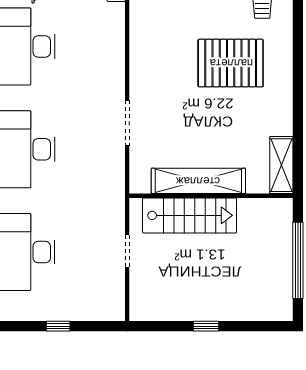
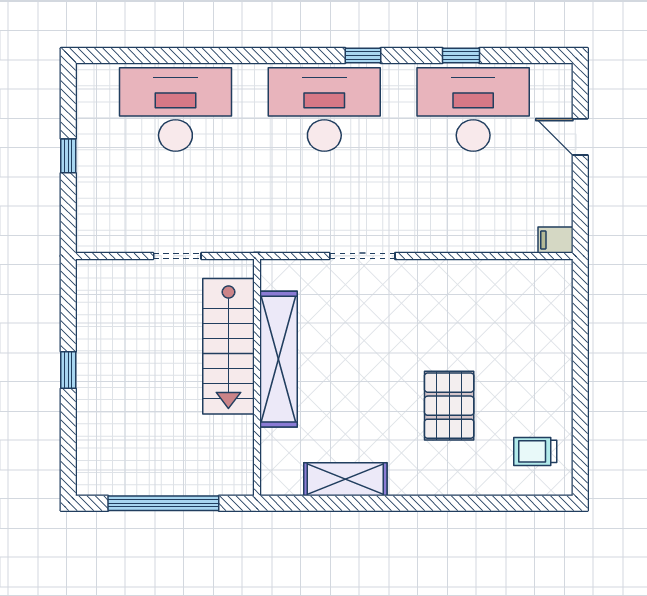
pallet: (231, 63) -> (449, 406), width x0.73, depth x0.71
shelving: (281, 165) -> (345, 479), moved

